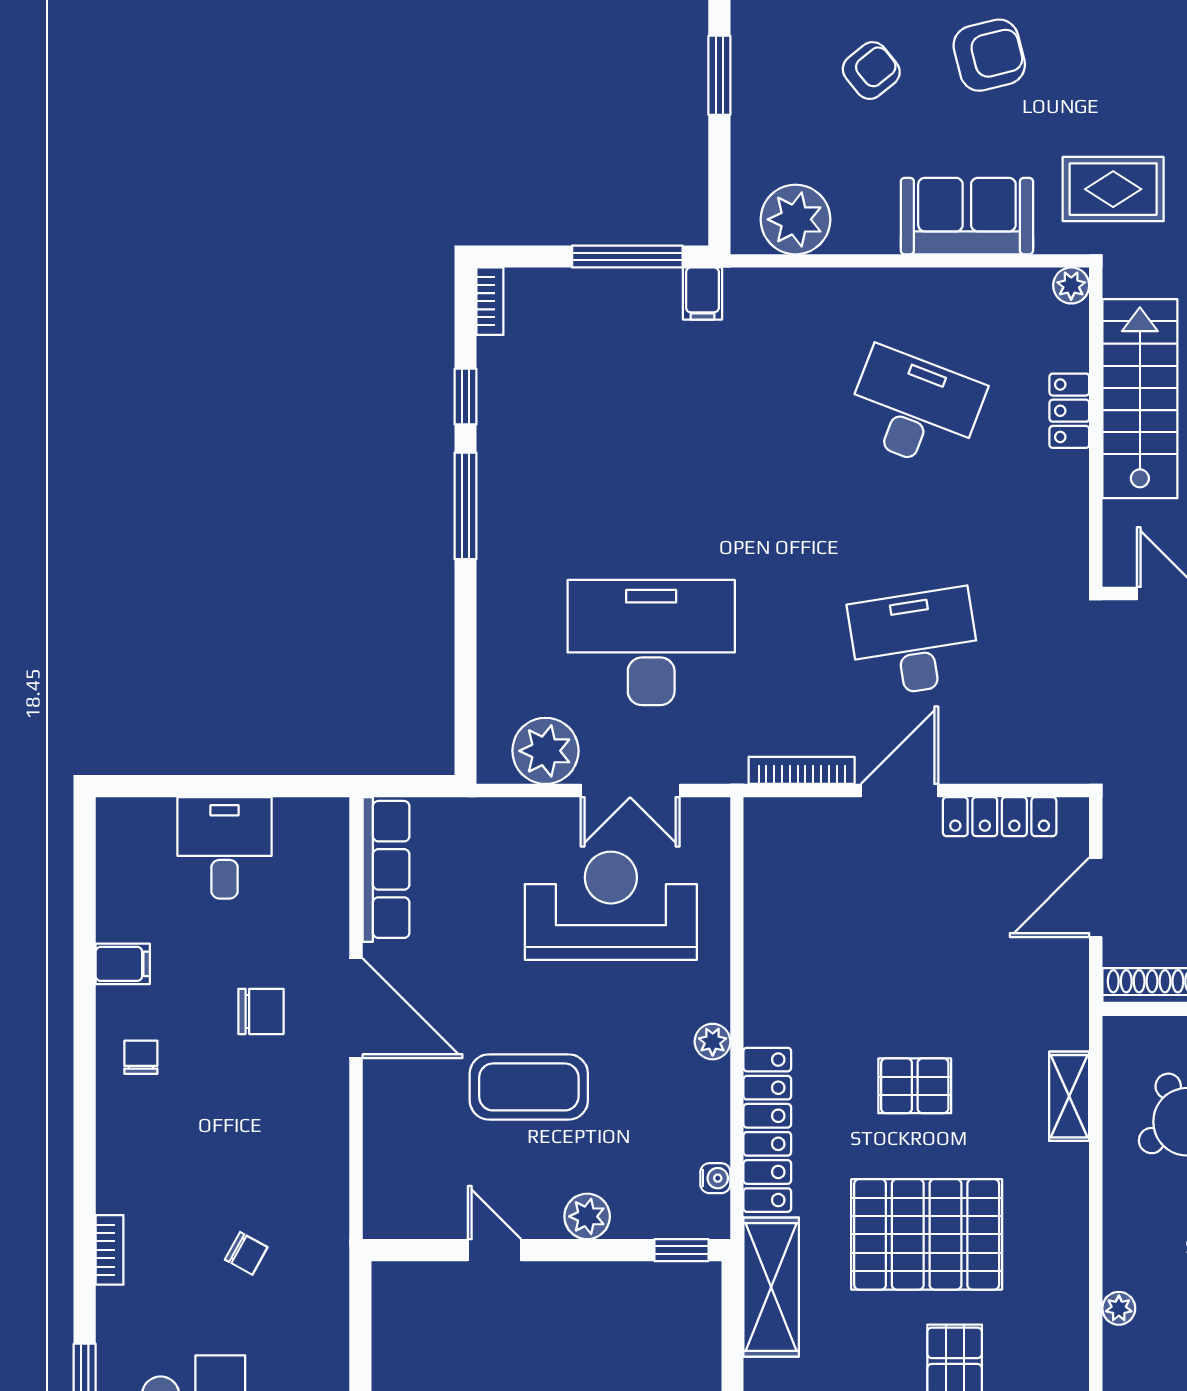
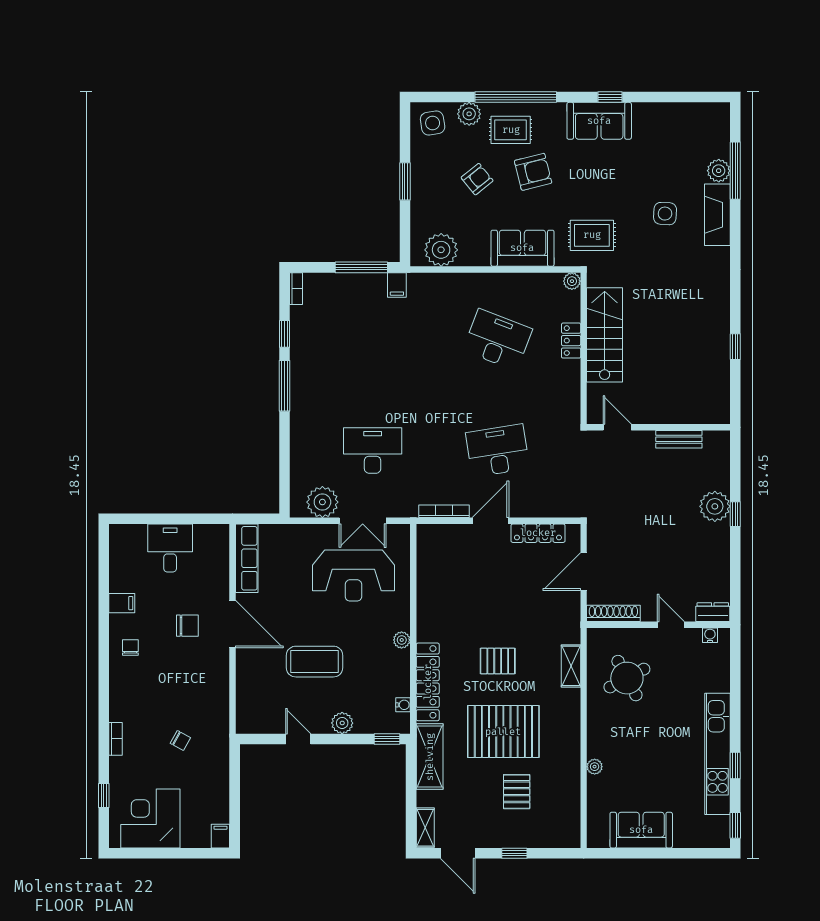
desk: (651, 642) -> (373, 451), width x0.73, depth x0.77
reception desk: (611, 906) -> (353, 576), turned 180

